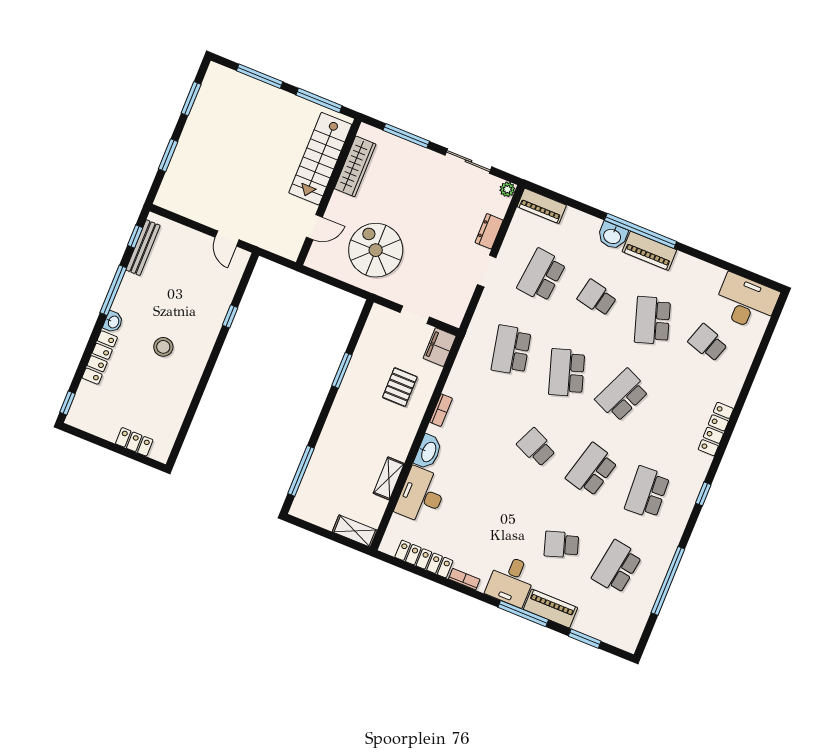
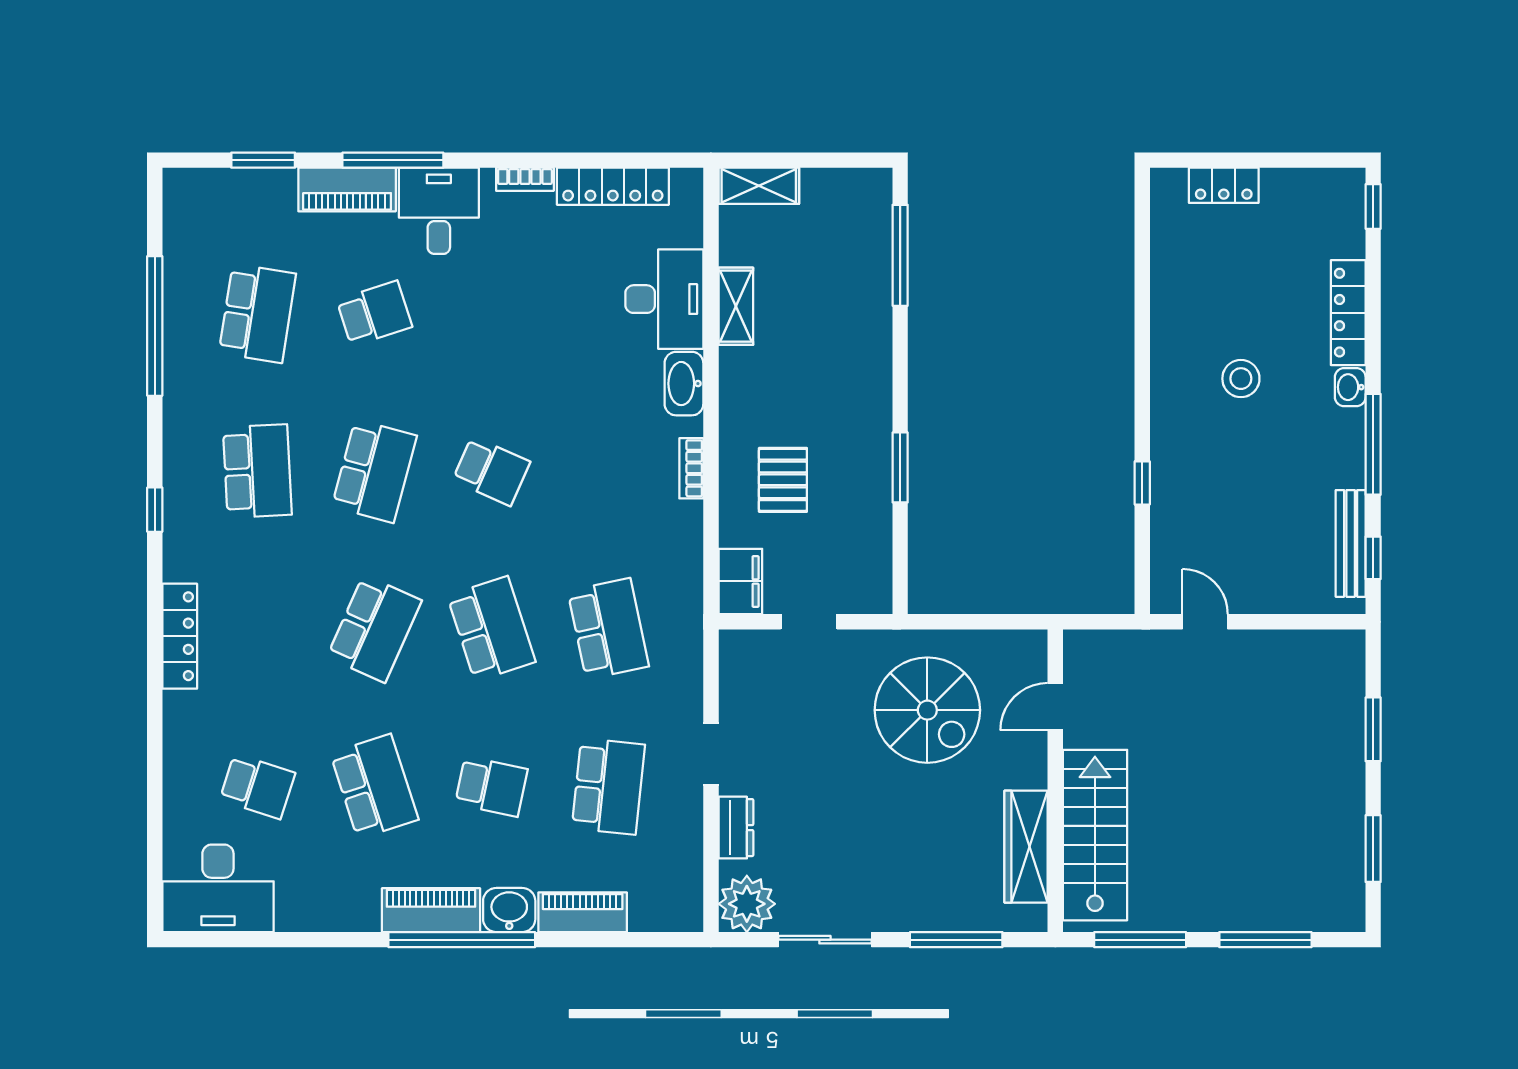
plant: (507, 189) -> (747, 904), width x1.88, depth x1.88
piano: (542, 206) -> (583, 912), moved

